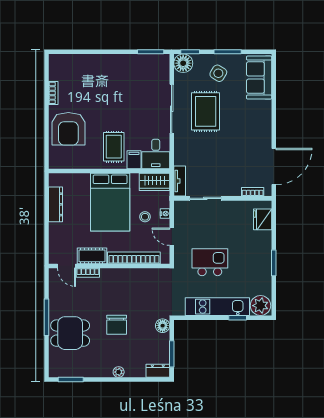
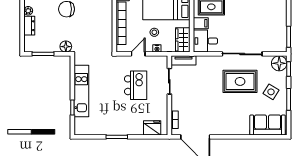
kitchen island: (210, 262) -> (136, 85), moved
plant: (260, 306) -> (82, 126), removed
dresser: (158, 371) -> (29, 26), moved

